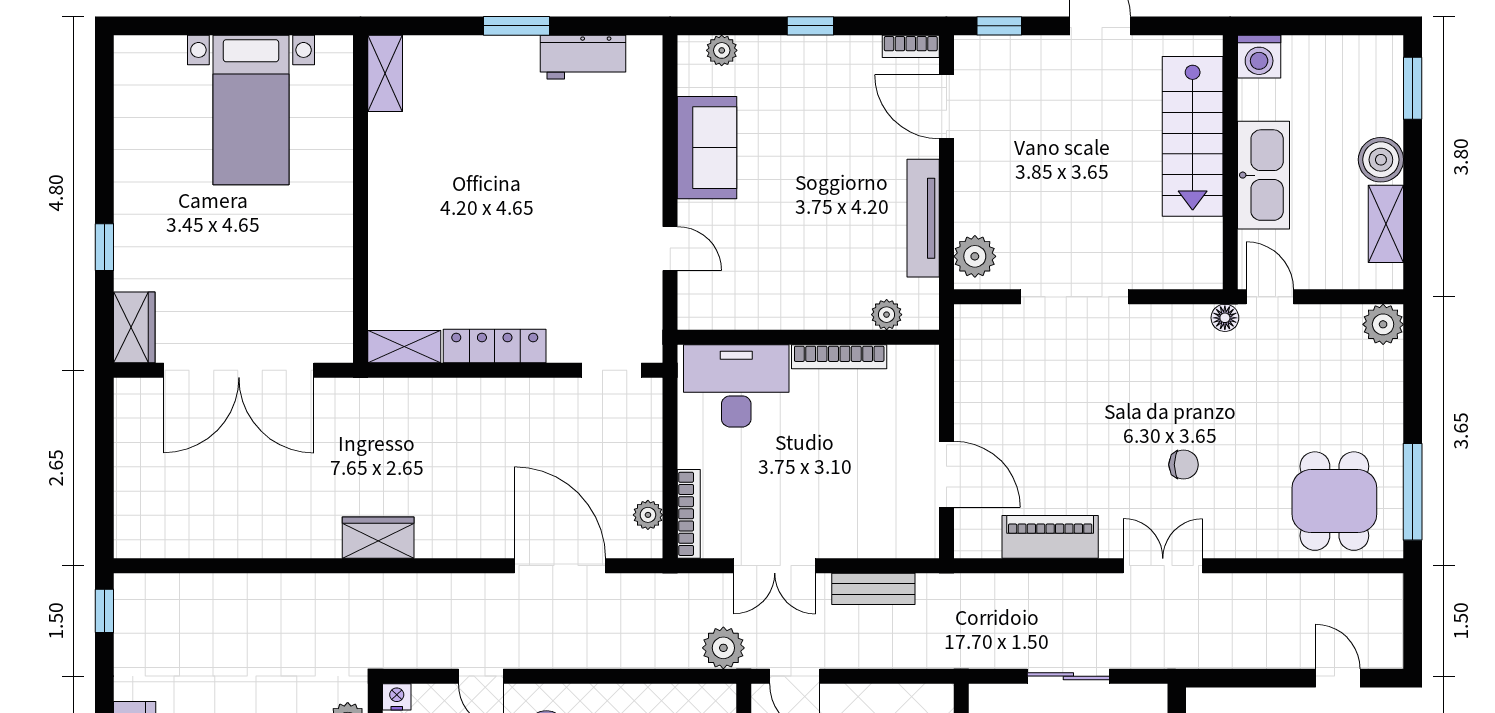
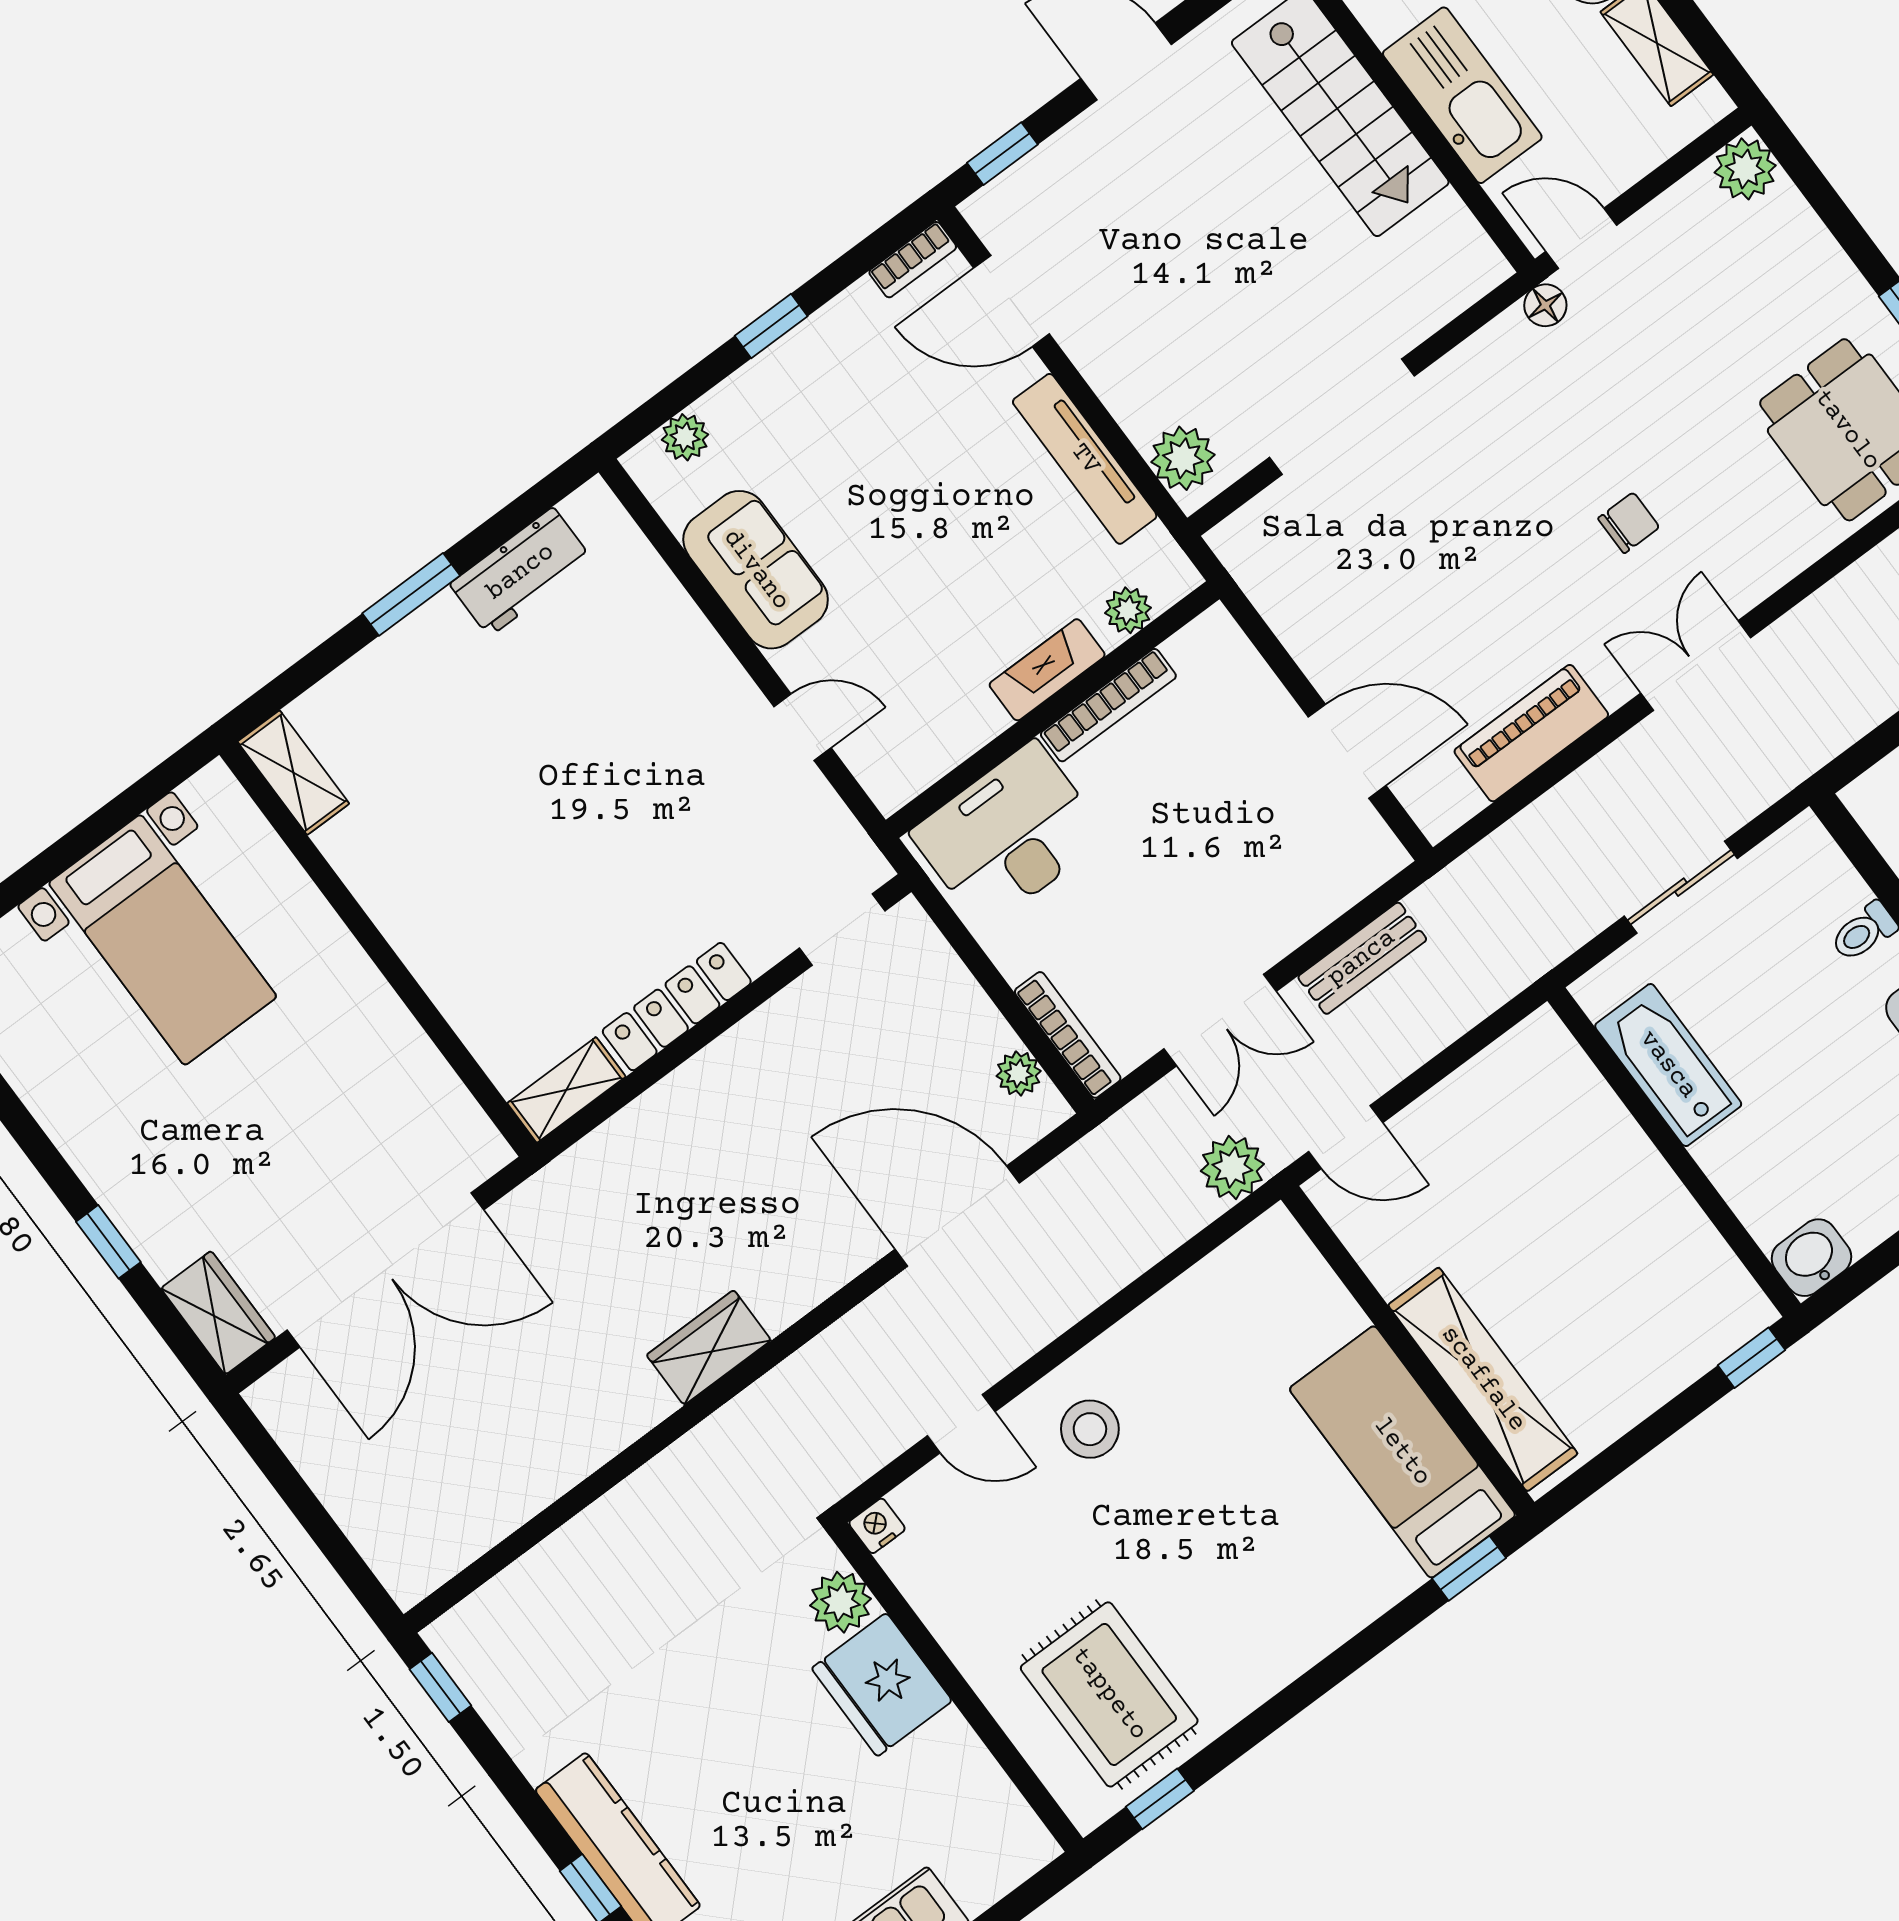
fireplace: (821, 314) -> (1047, 670), added

